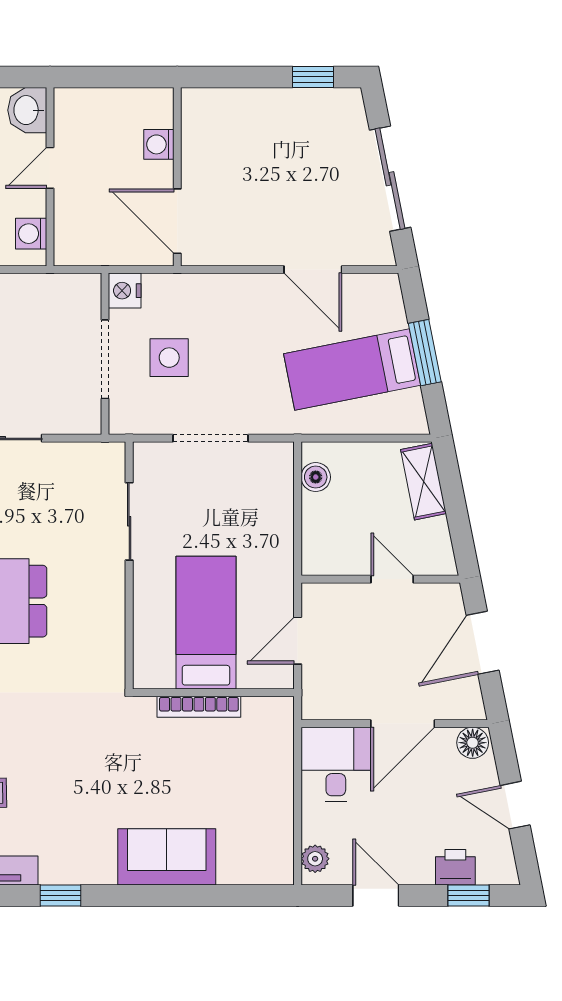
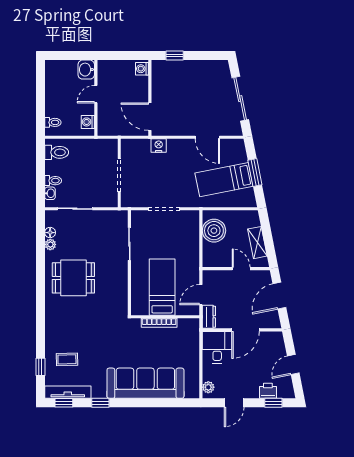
window: (313, 77) -> (175, 55), moved
washing machine: (159, 144) -> (142, 69), moved
nightstand: (125, 291) -> (159, 146), moved, turned 90
side table: (169, 358) -> (146, 175), removed
boiler: (316, 477) -> (214, 231), width x1.86, depth x1.86
shelving: (423, 482) -> (257, 243), moved
dresser: (316, 693) -> (209, 317), added
floor lamp: (473, 743) -> (275, 338), removed
door: (515, 805) -> (293, 365), hinge flipped
sofa: (167, 857) -> (145, 383), width x1.85, depth x1.27
door: (376, 896) -> (234, 403), swing flipped

